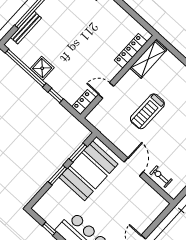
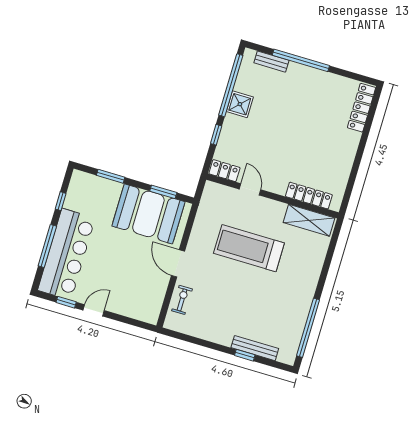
bench: (26, 28) -> (271, 62), width x0.73
treadmill: (147, 111) -> (249, 248), width x1.37, depth x1.38
door: (134, 167) -> (178, 263), swing flipped
window: (57, 175) -> (111, 176), moved

